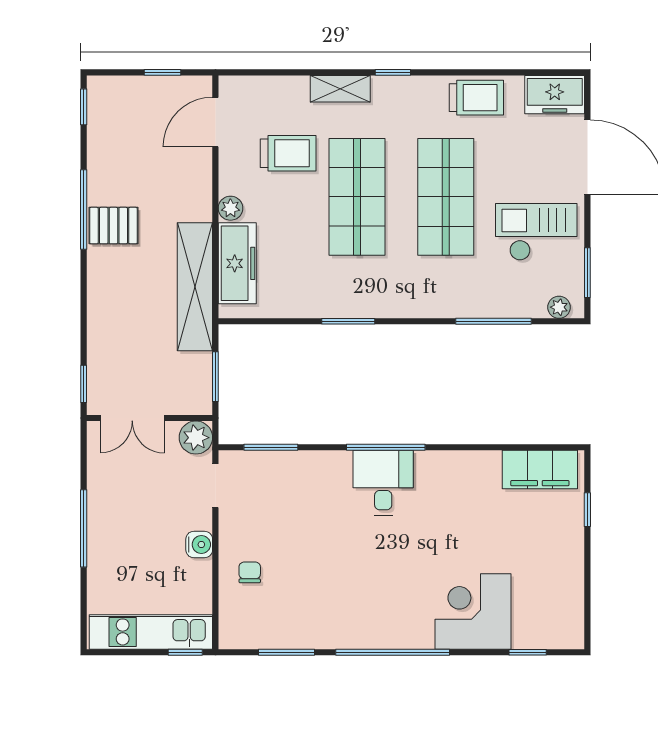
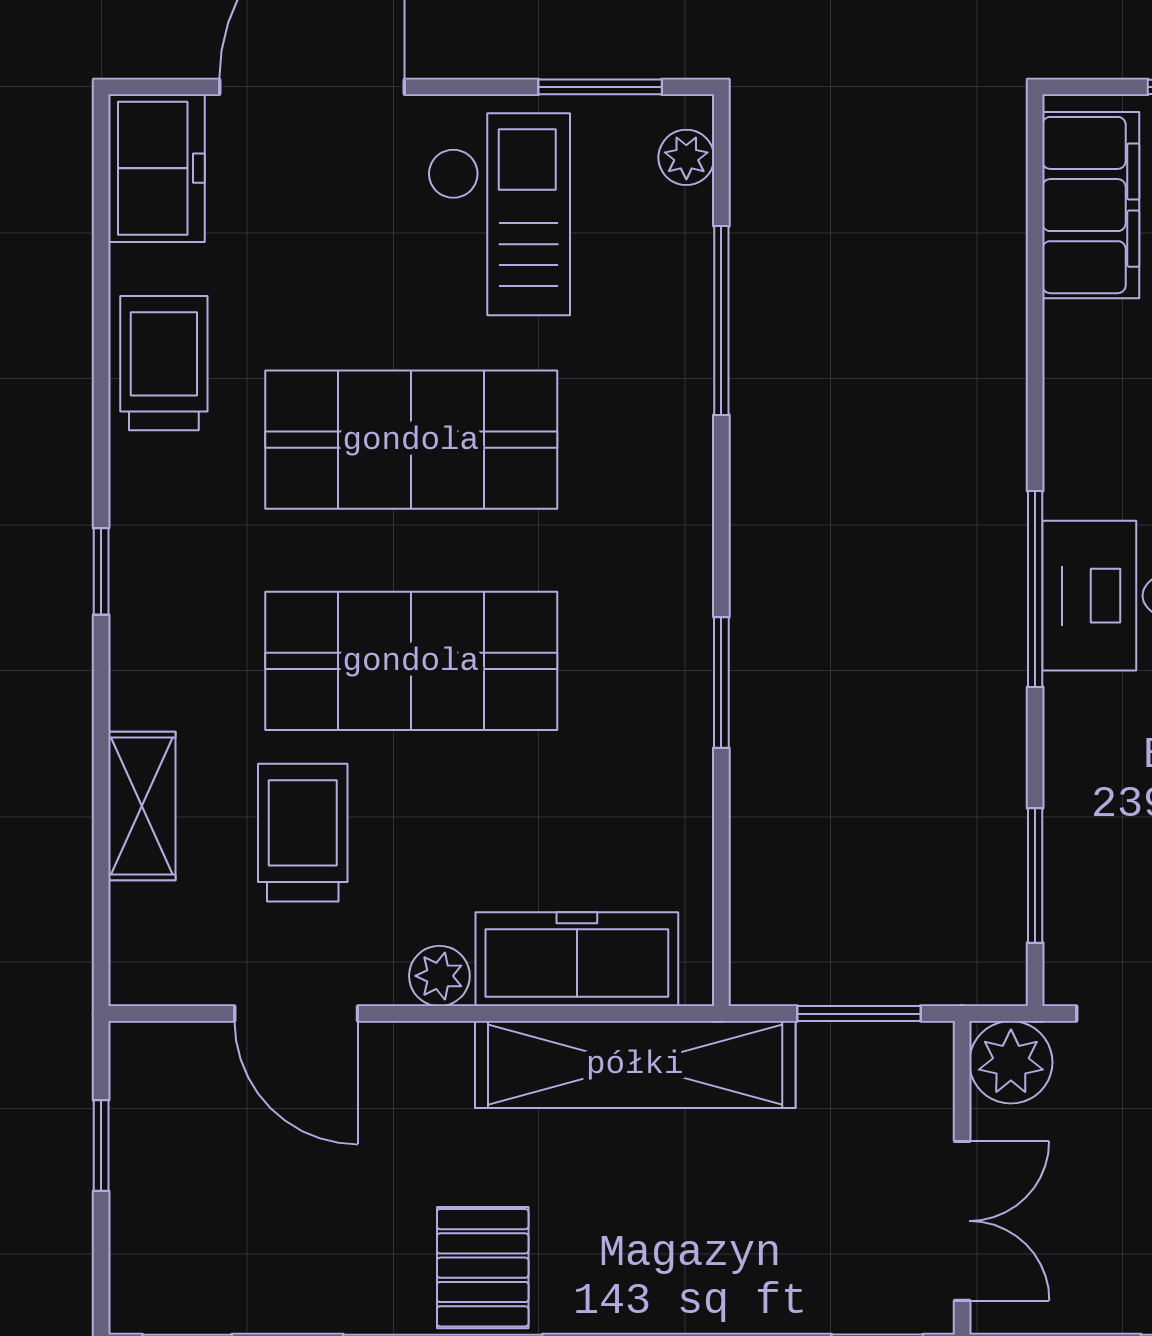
shelving: (340, 89) -> (142, 806), moved
door: (215, 122) -> (296, 1014), moved
checkout: (536, 232) -> (499, 214), turned 180

